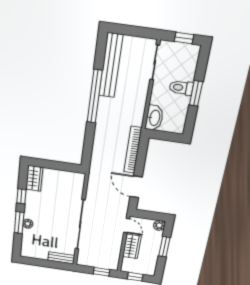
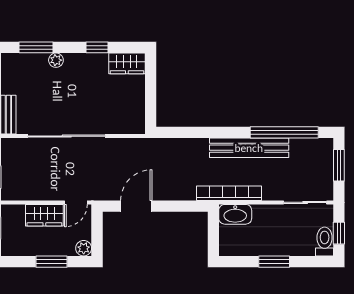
window: (130, 30) -> (339, 165), added
bench: (111, 65) -> (249, 148), moved
toilet: (181, 88) -> (325, 242), moved
window: (95, 96) -> (284, 132), moved
bookcase: (133, 150) -> (229, 193), moved
window: (19, 223) -> (36, 47), moved

